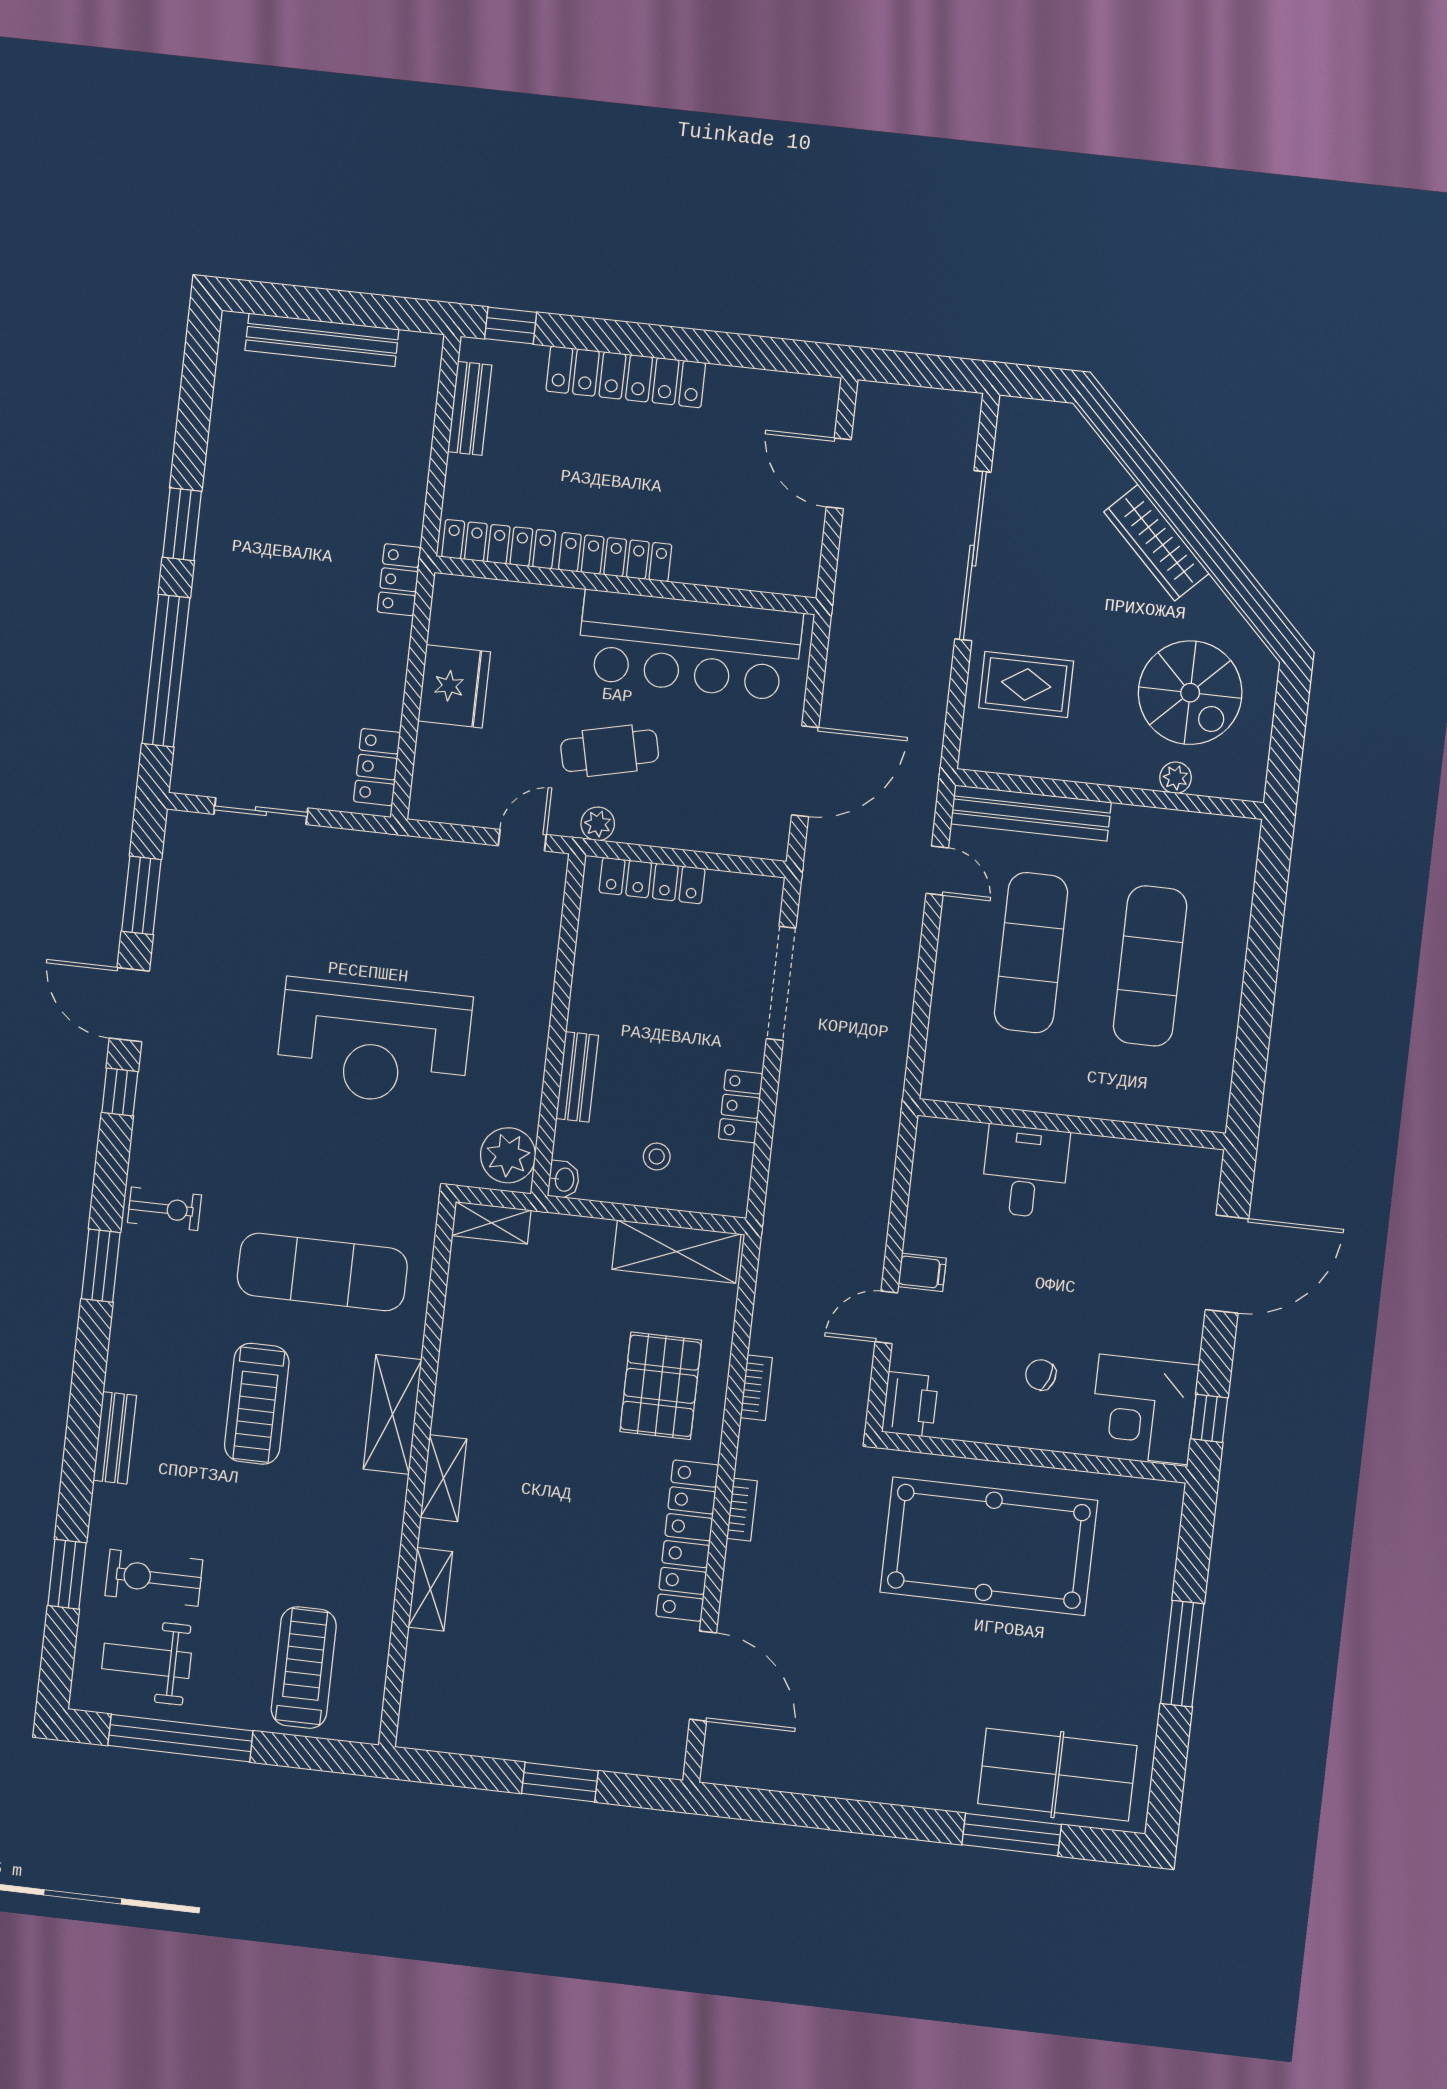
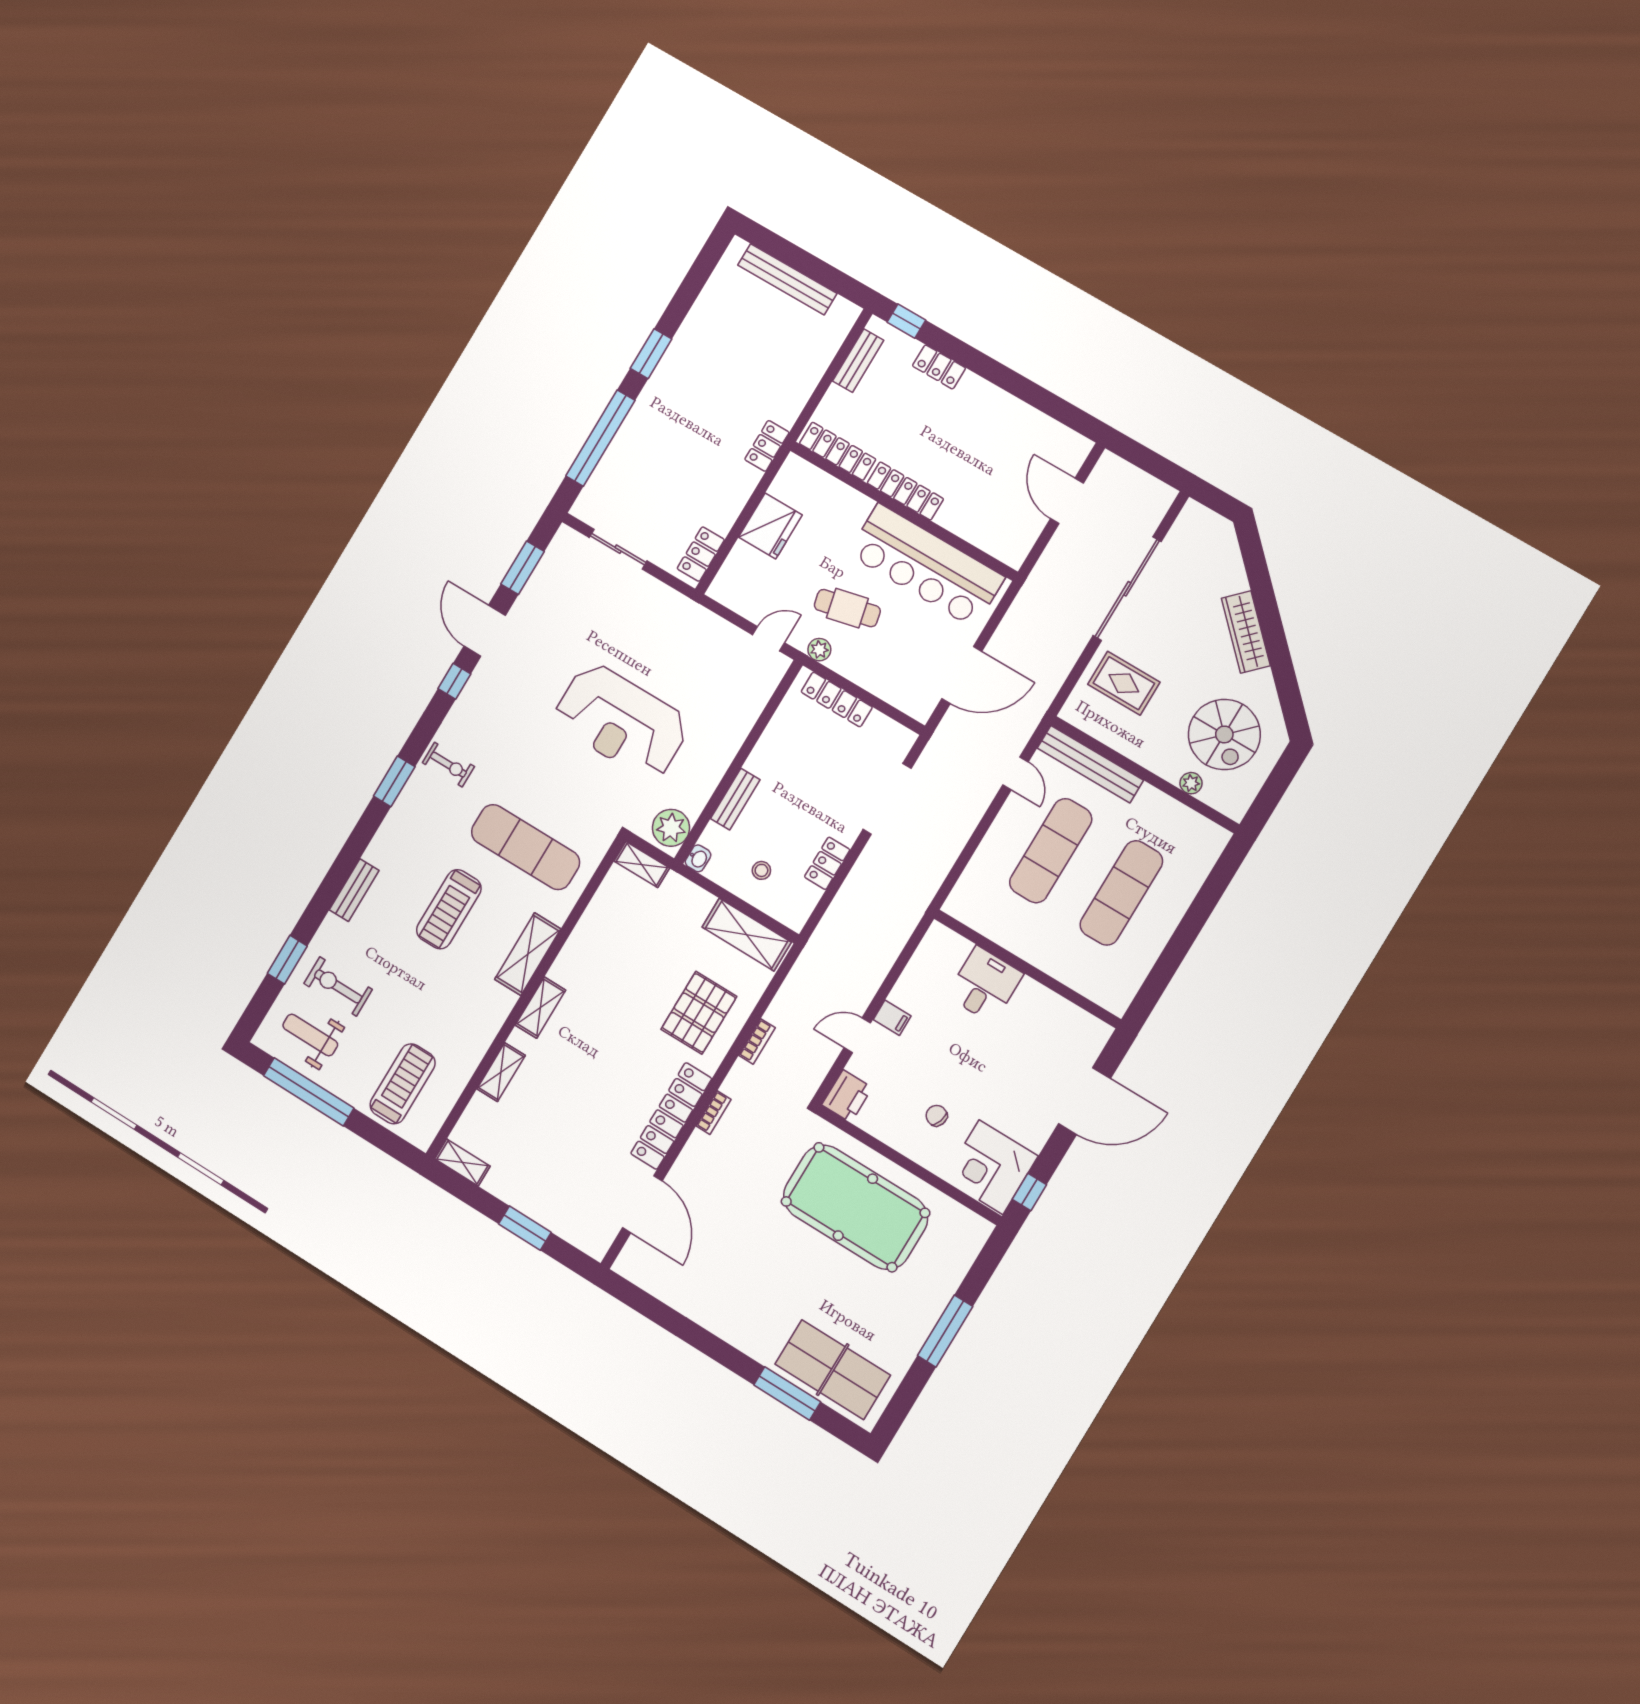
locker: (626, 377) -> (939, 367), width x0.46, depth x0.83
shelving: (435, 1735) -> (462, 1163), added

